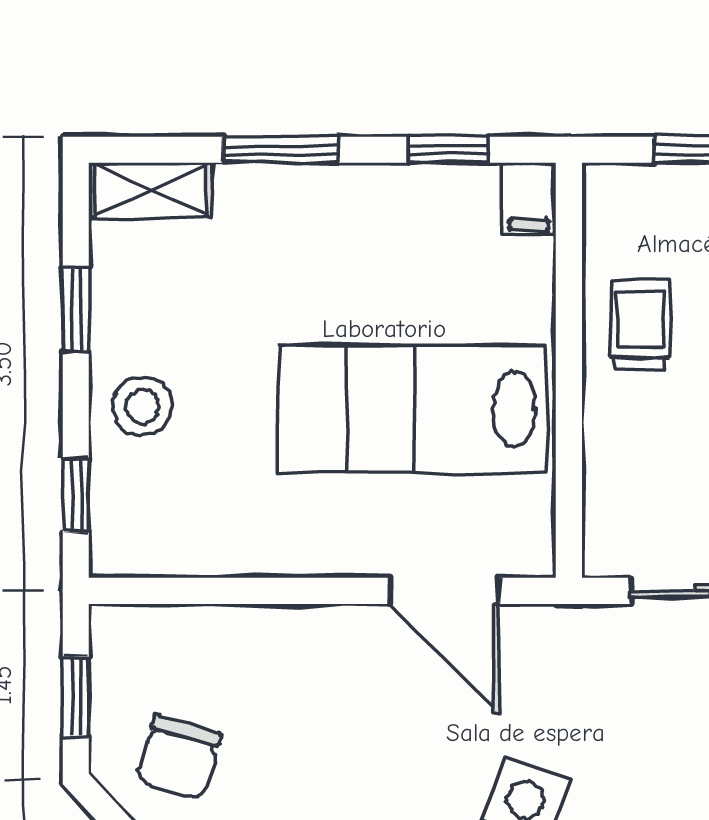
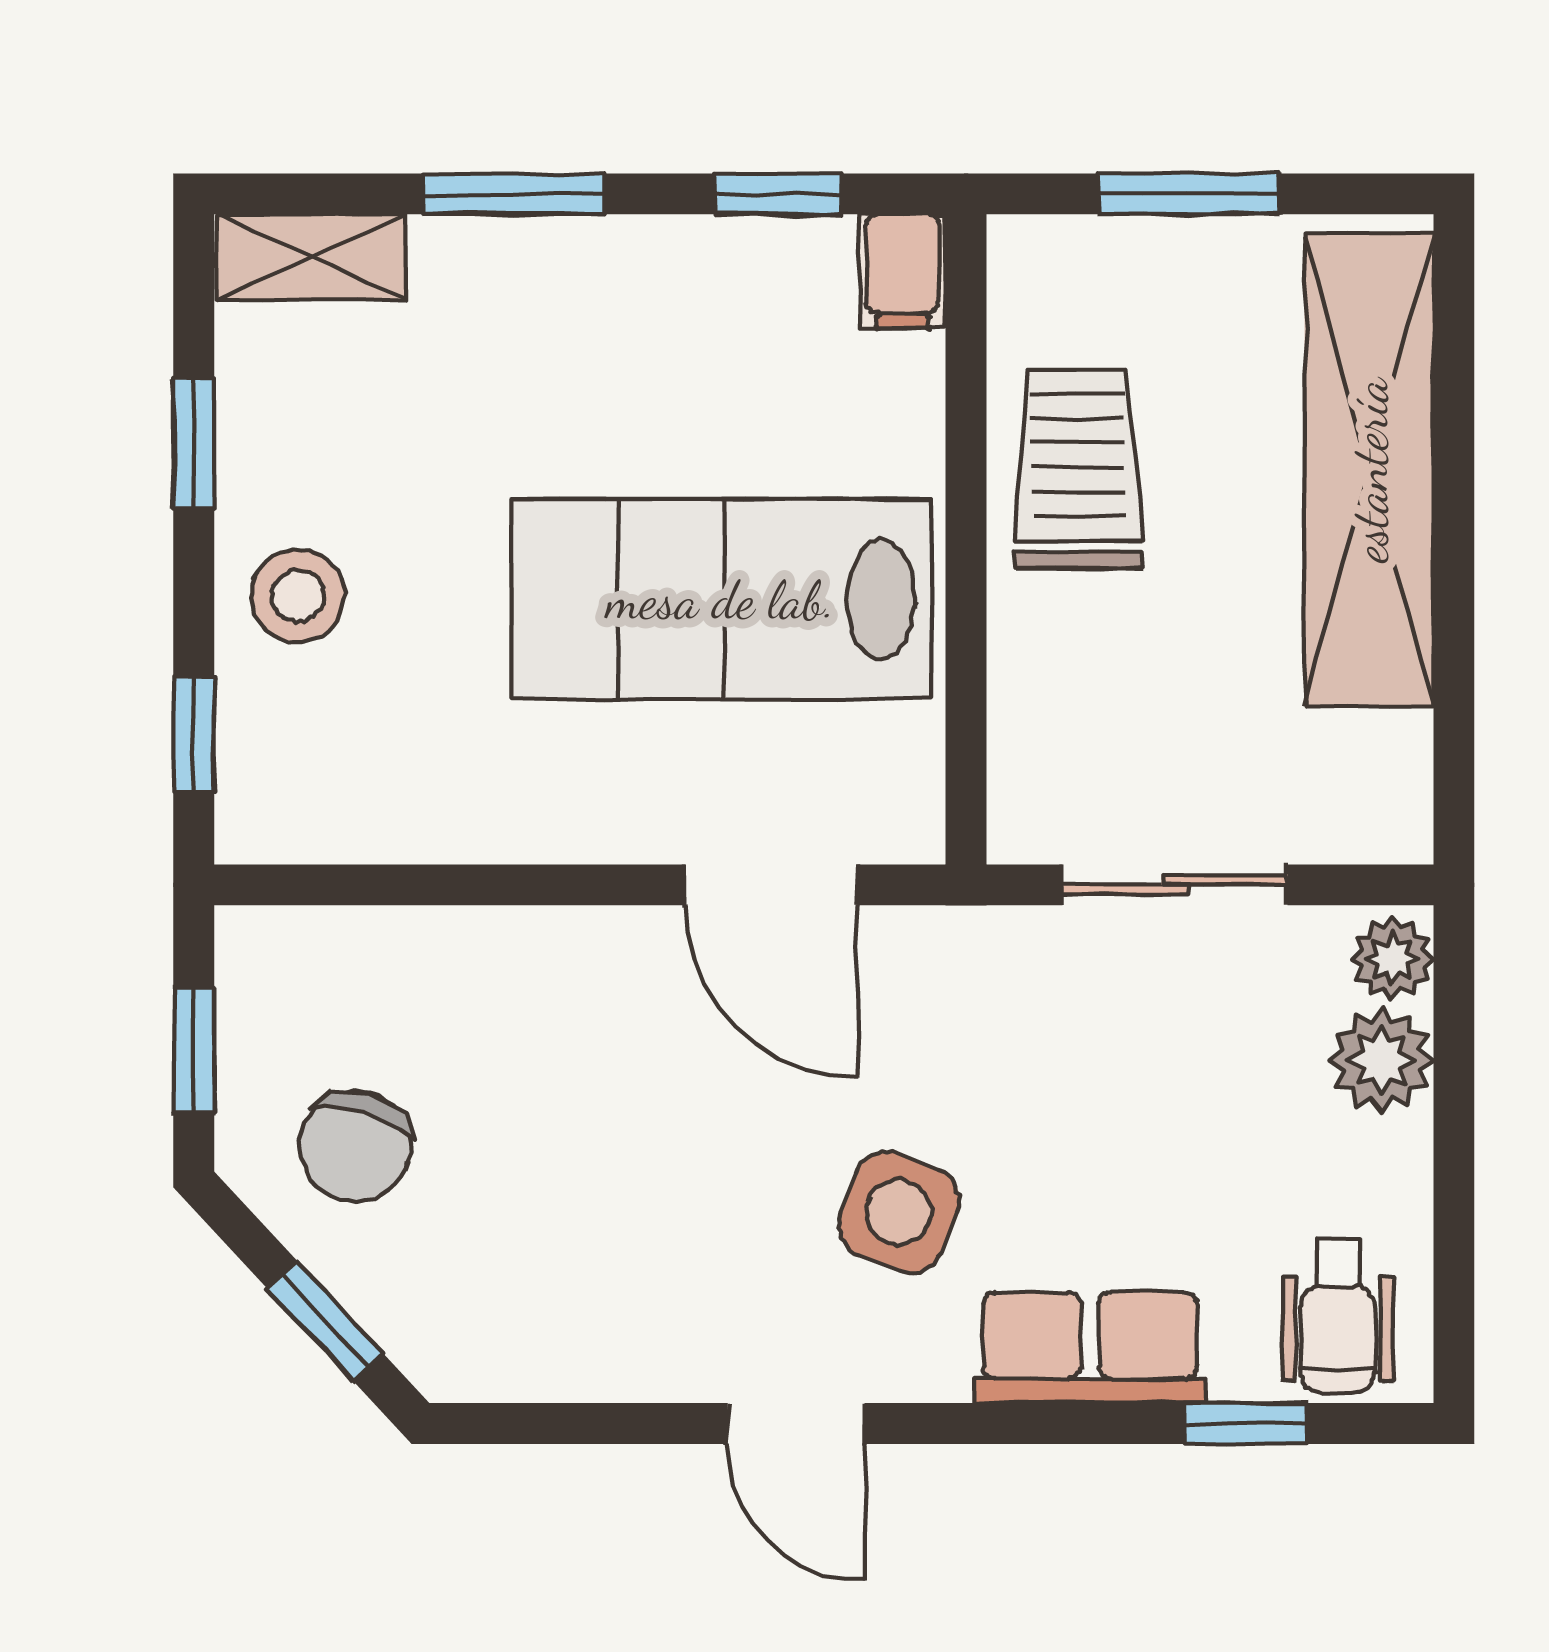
trolley: (640, 325) -> (1078, 469), width x1.36, depth x1.39

